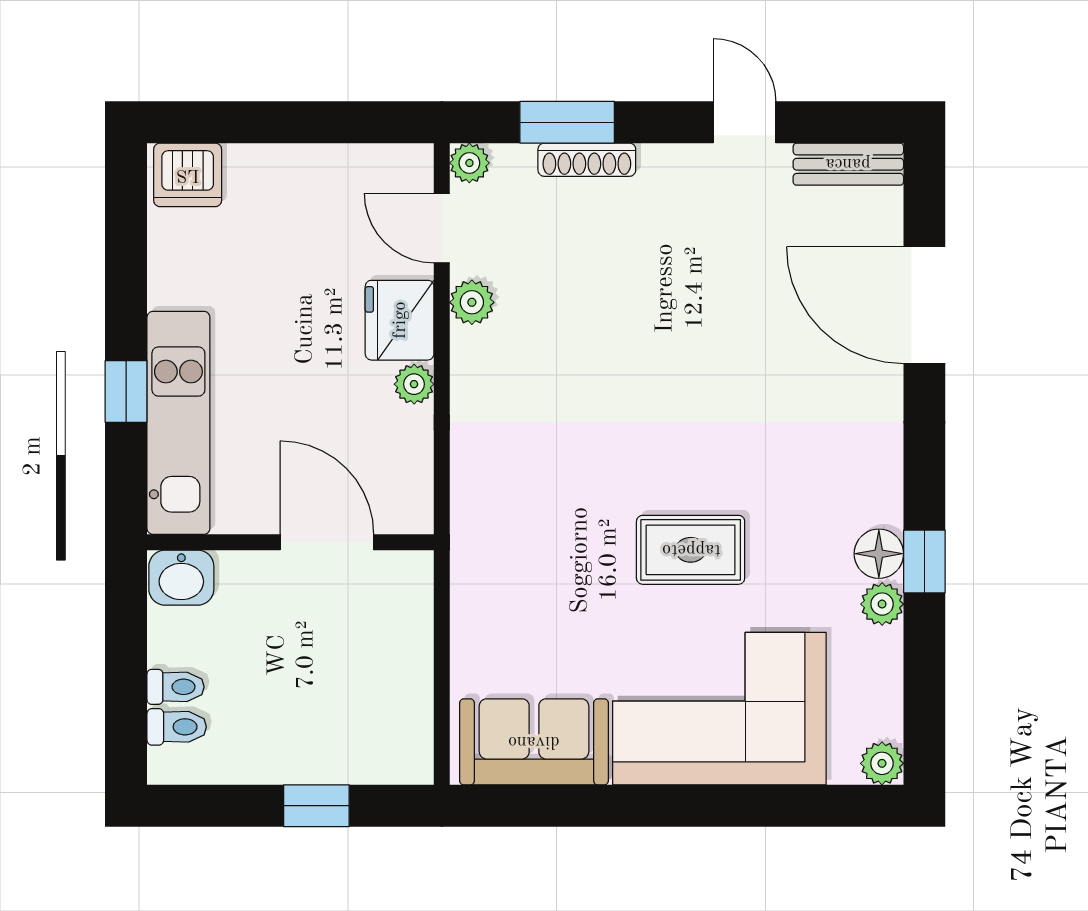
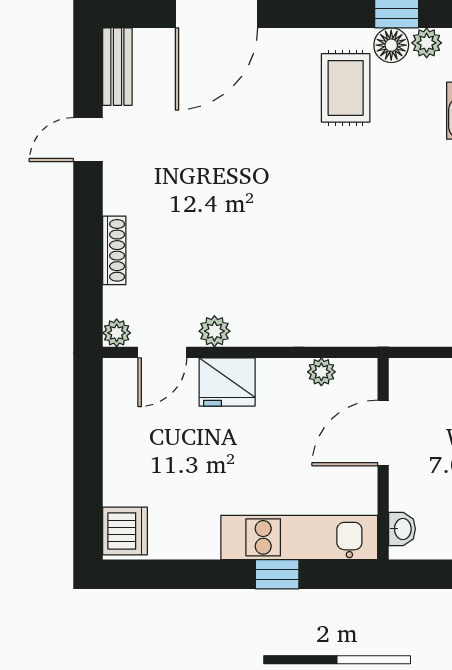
window: (567, 122) -> (88, 264), removed
plant: (414, 384) -> (321, 372), moved
rug: (691, 550) -> (346, 88), moved
washbasin: (181, 578) -> (402, 529), width x0.72, depth x0.69

